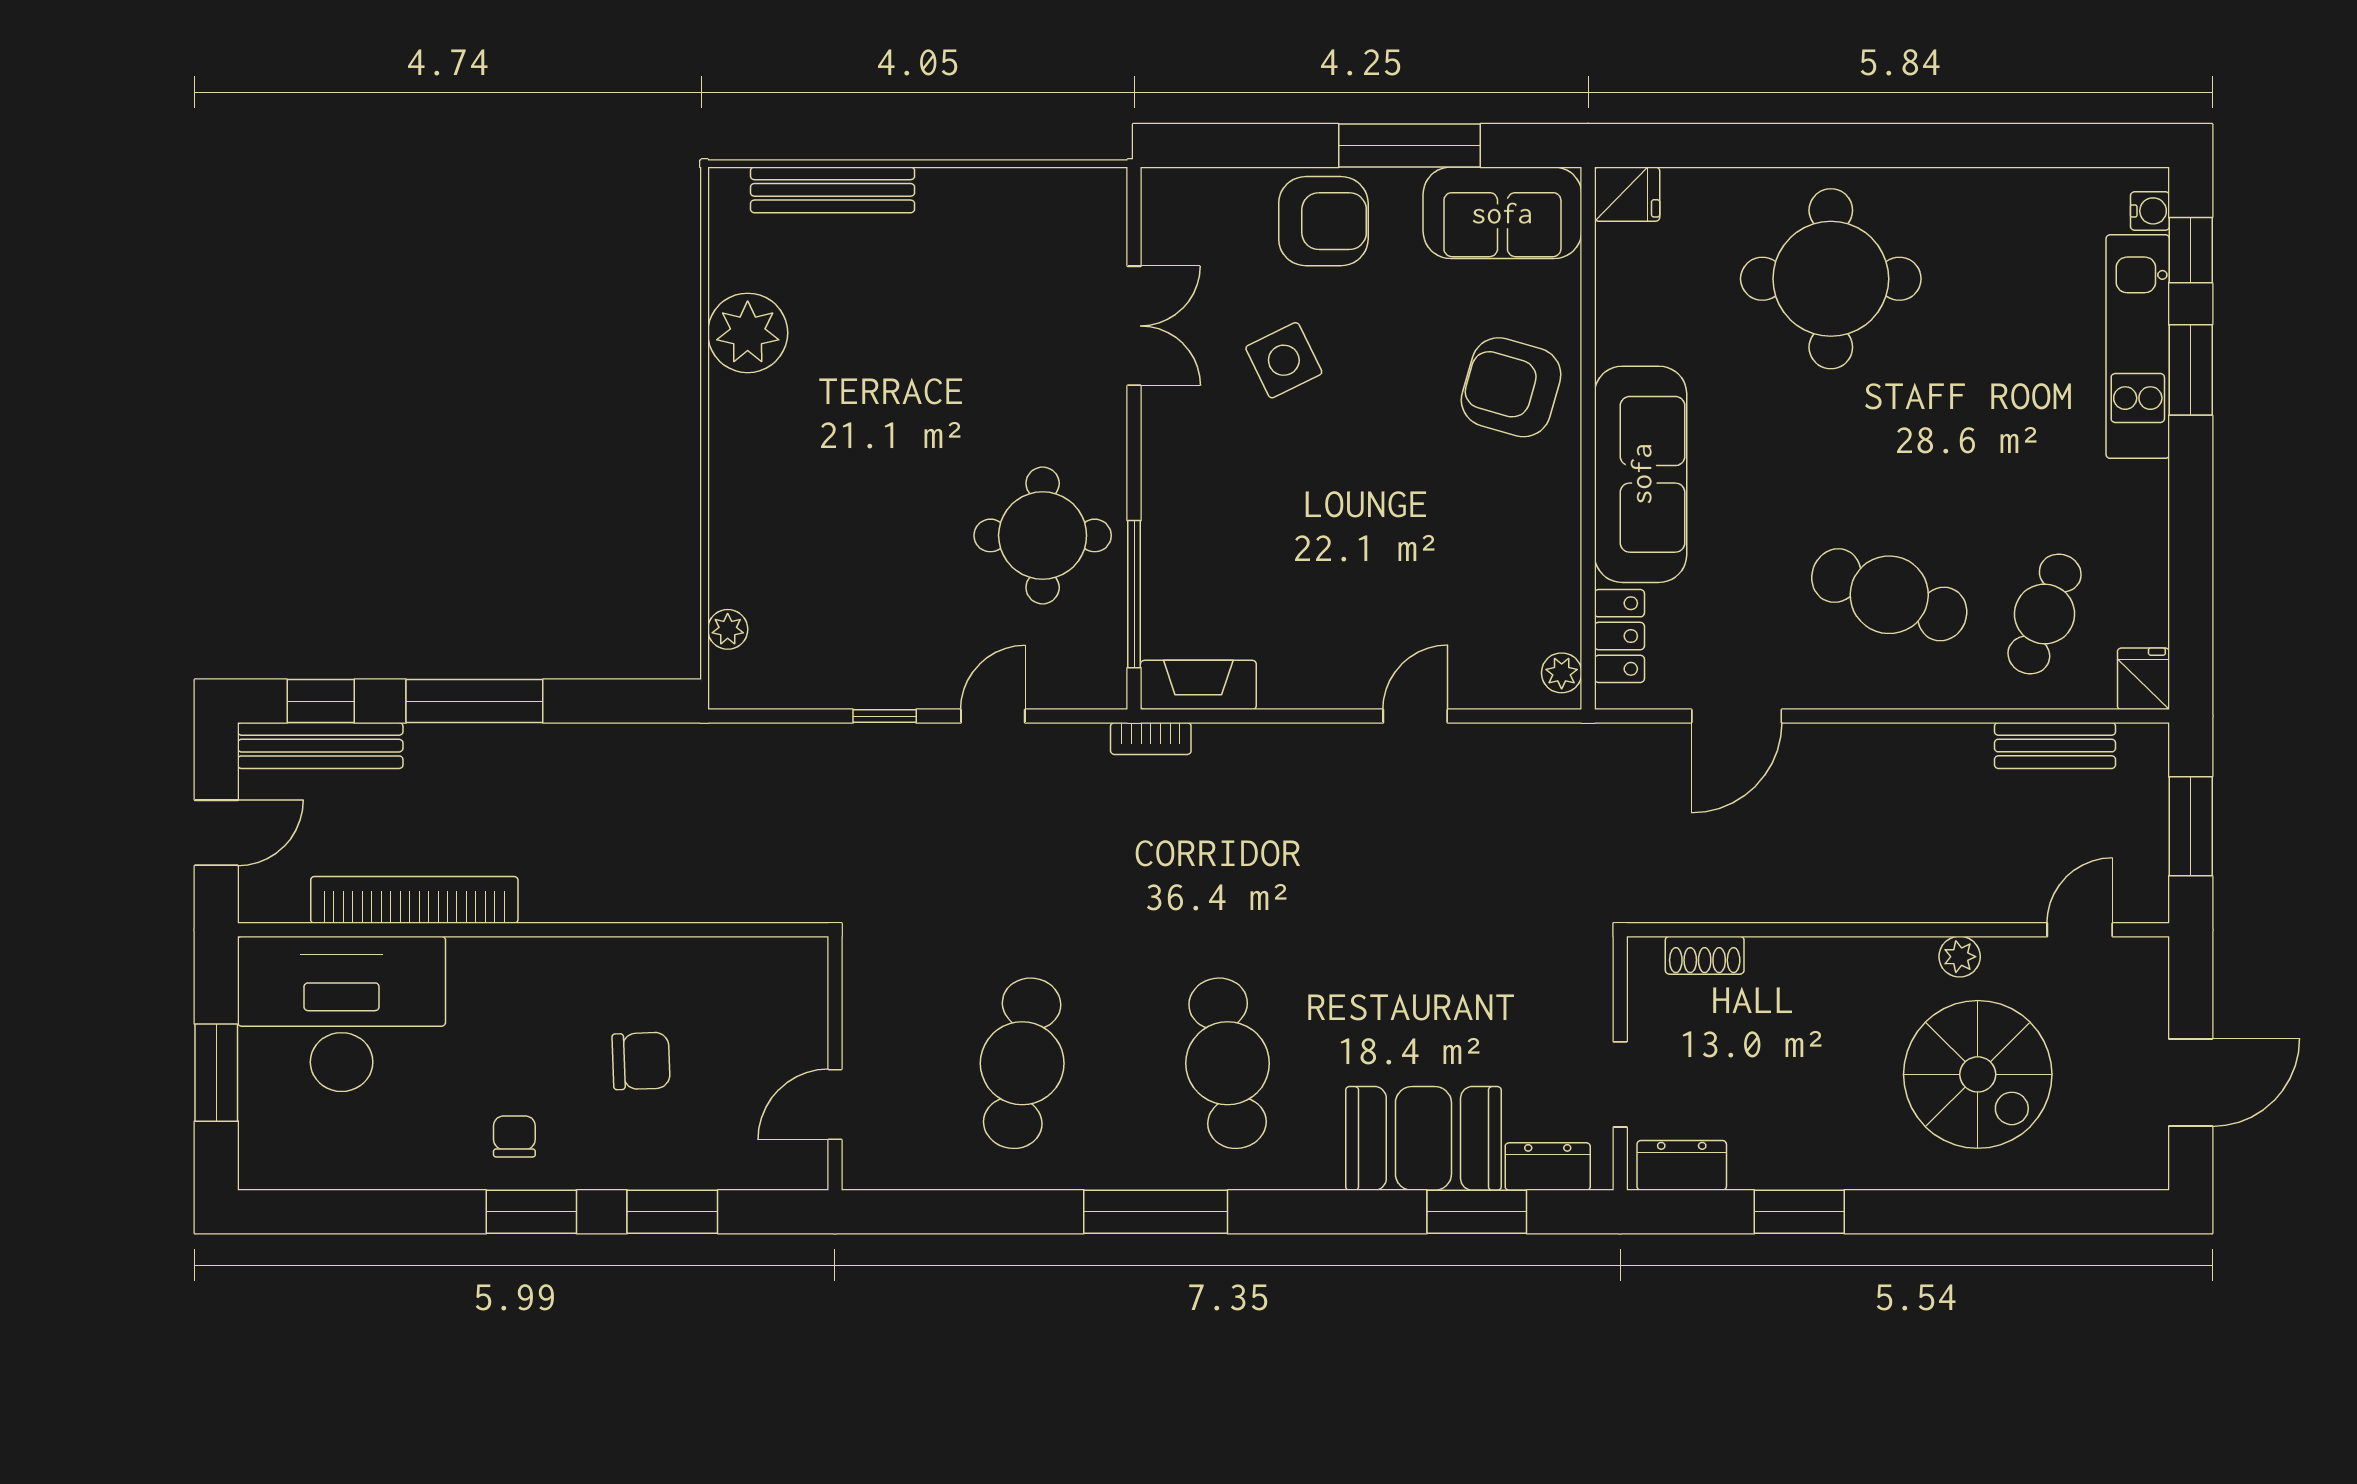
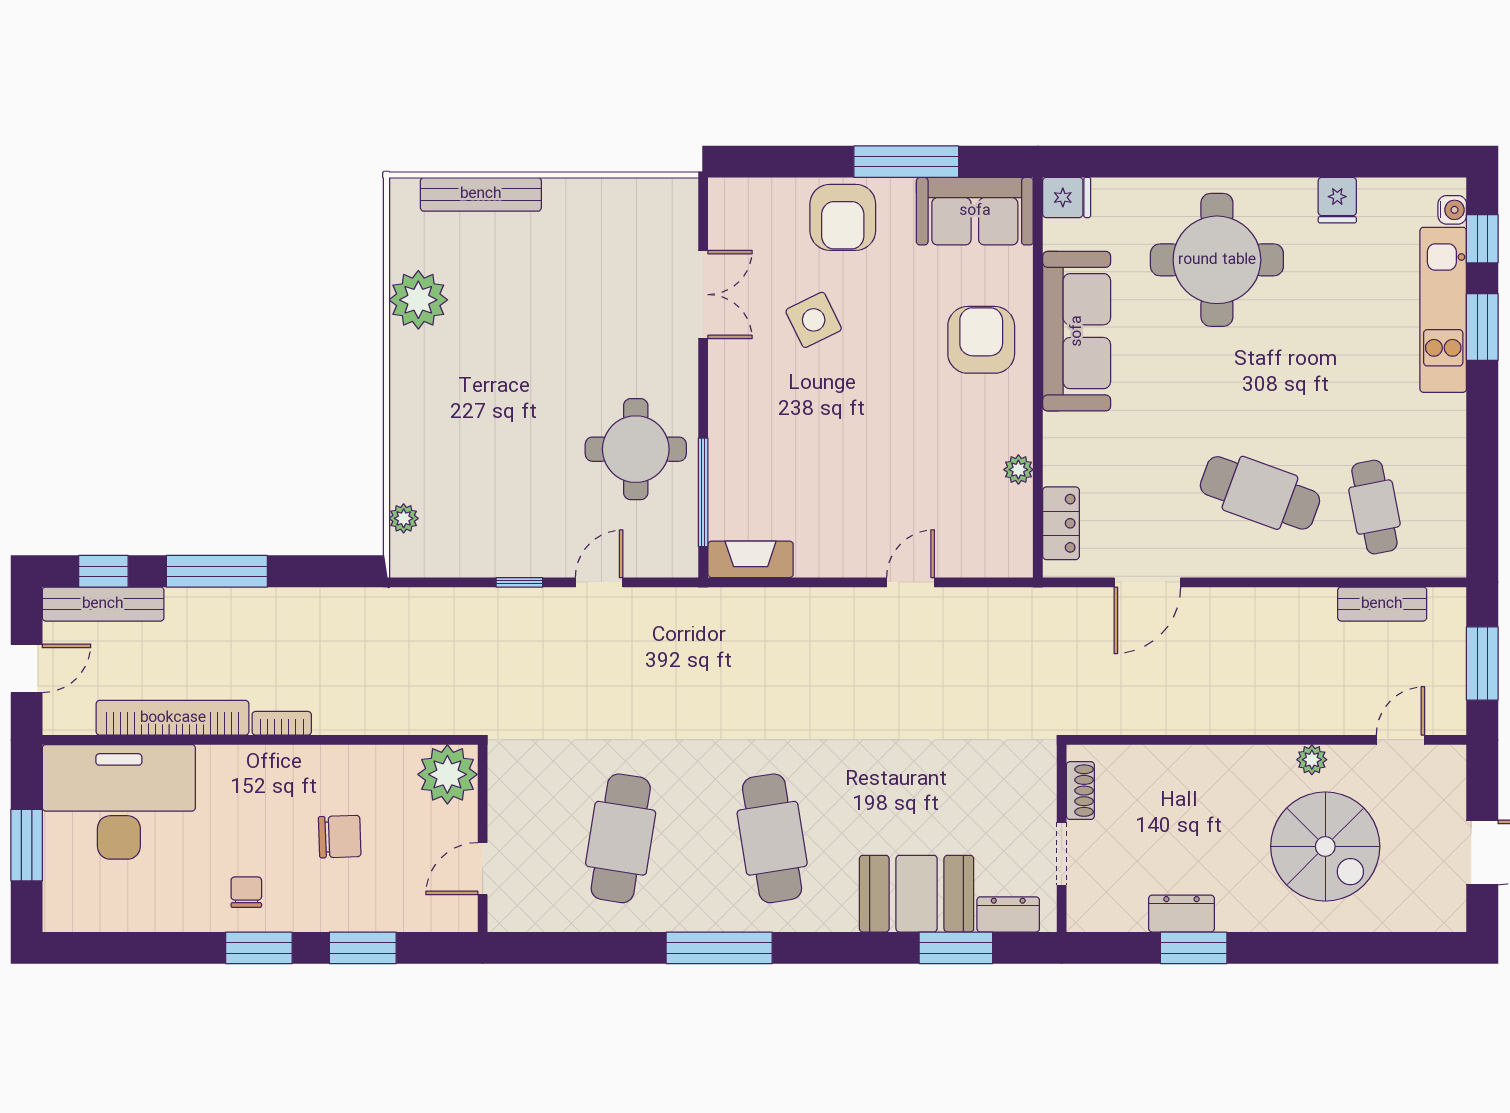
armchair: (1323, 221) -> (843, 217), turned 90
armchair: (1511, 387) -> (981, 340), turned 74
sofa: (1641, 474) -> (1077, 331), moved
cafe table: (2045, 614) -> (1374, 507), turned -32
plant: (1562, 673) -> (1018, 470), moved
fridge: (2143, 679) -> (1337, 200), moved, turned 180
bookcase: (1151, 739) -> (282, 723), moved, turned 180
shoe rack: (1705, 955) -> (1080, 791), moved, turned -90
plant: (787, 977) -> (447, 774), added
dresser: (1682, 1165) -> (1181, 914), moved

